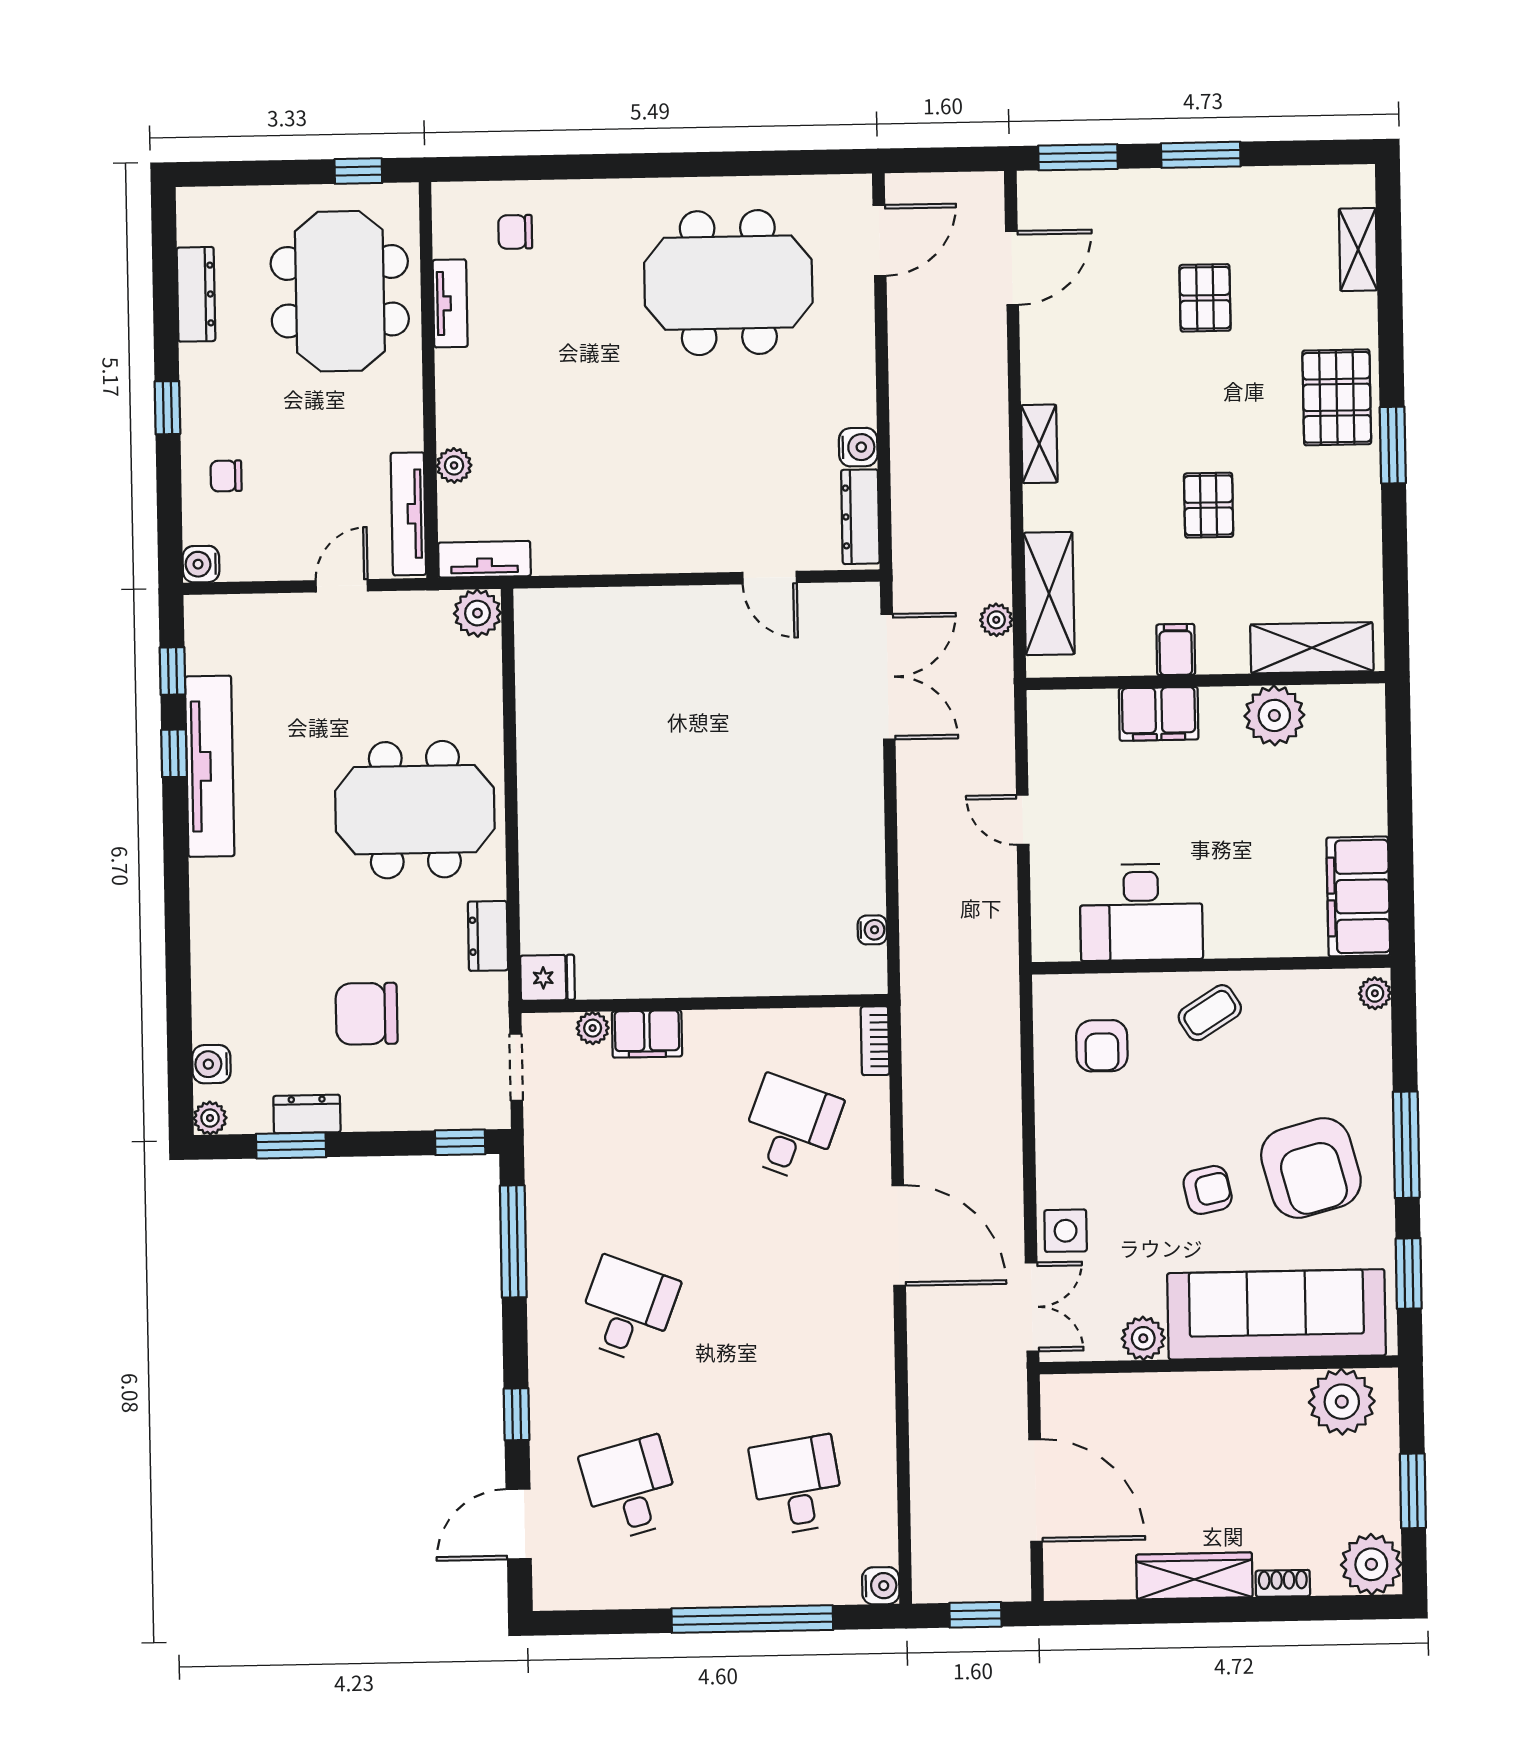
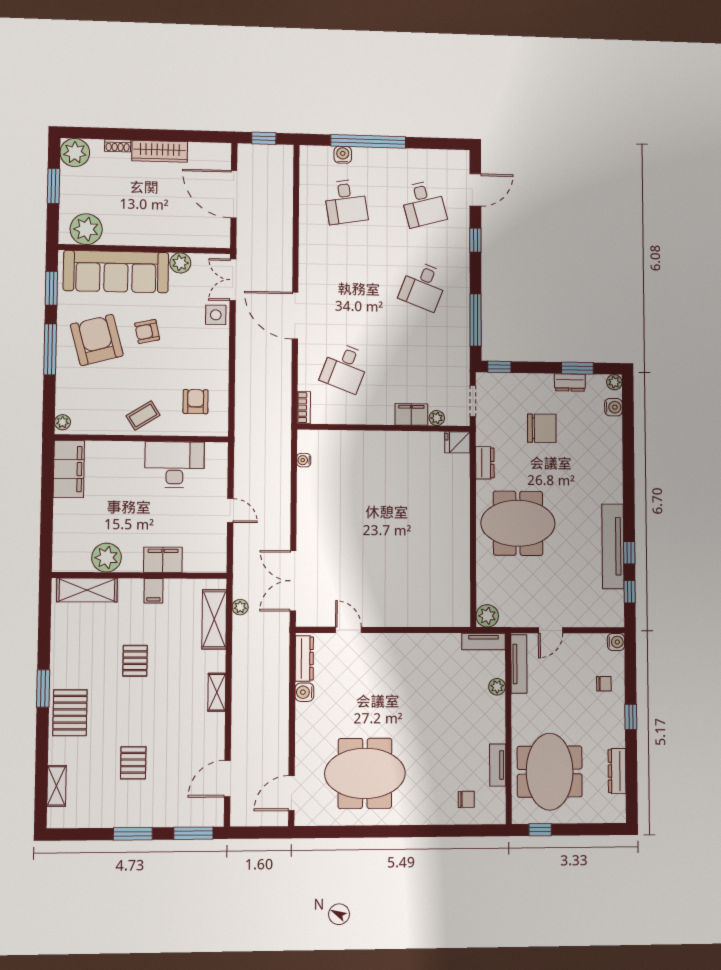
water cooler: (881, 1586) -> (343, 155), moved, turned 90

